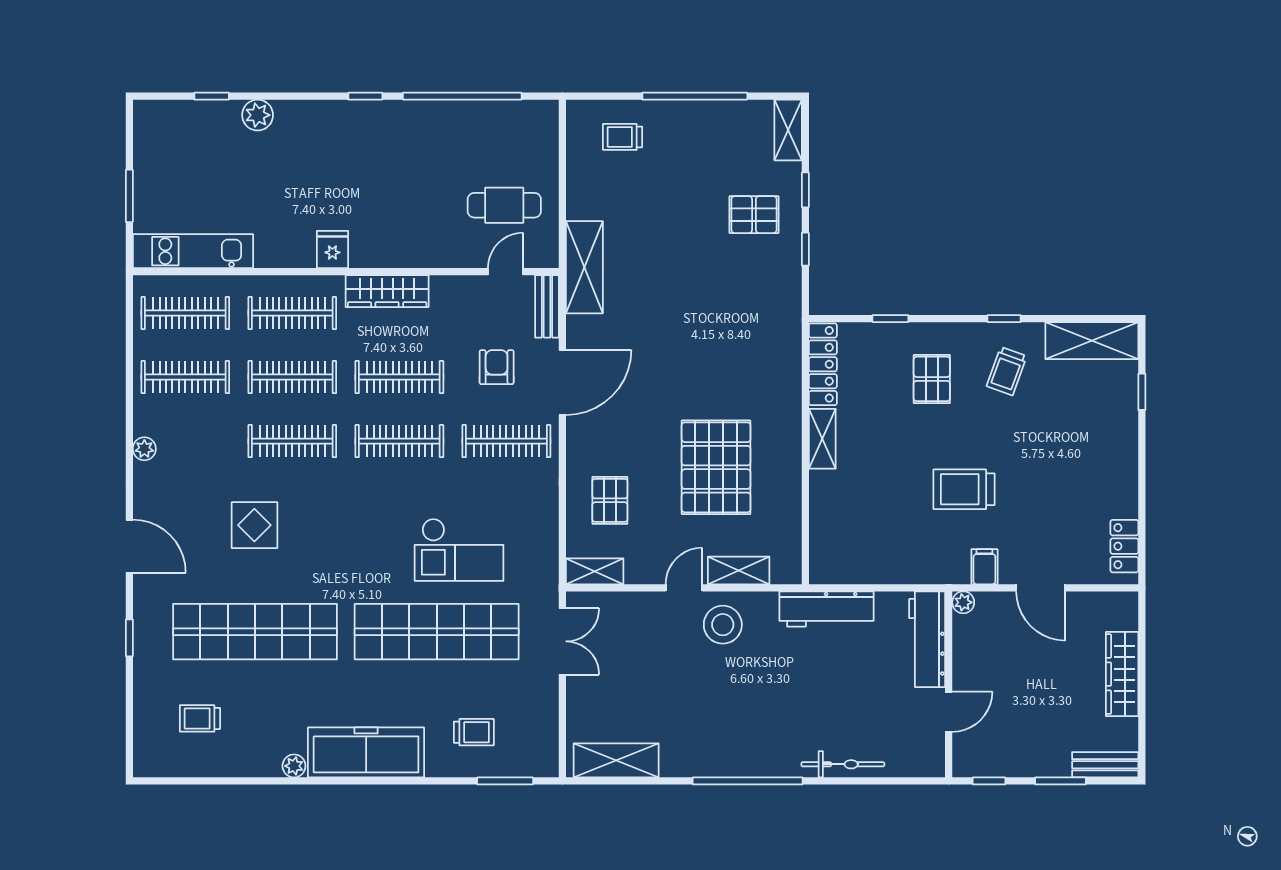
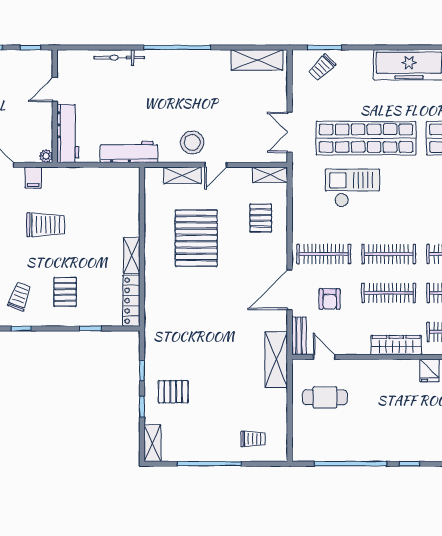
door: (506, 272) -> (324, 357), swing flipped
trolley: (474, 732) -> (322, 68), moved, turned -45

